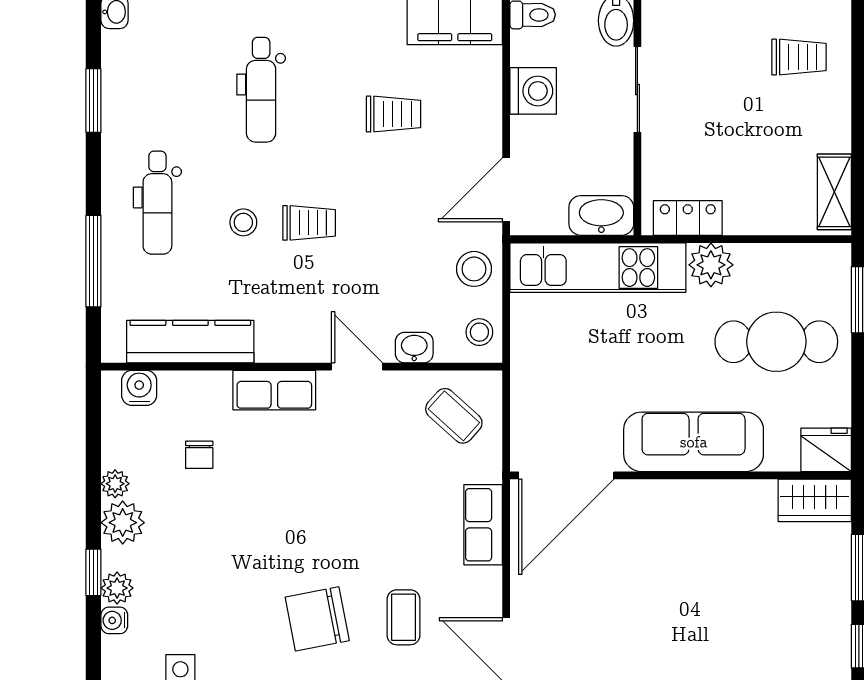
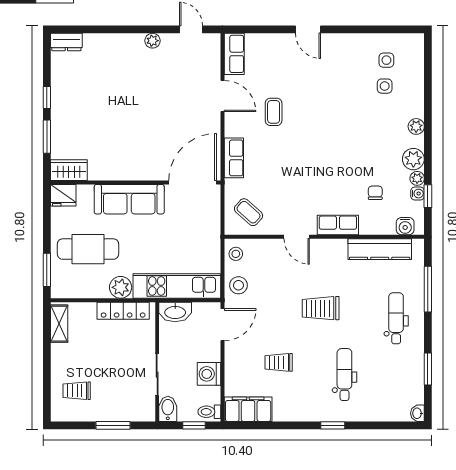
locker: (688, 218) -> (123, 311), width x1.53
stool: (243, 222) -> (353, 308), removed
trolley: (309, 223) -> (321, 308), width x1.36, depth x1.39
washbasin: (414, 348) -> (268, 246), removed
window: (93, 572) -> (428, 196), moved
chair: (317, 619) -> (317, 111), removed
water cooler: (114, 620) -> (418, 194), moved

